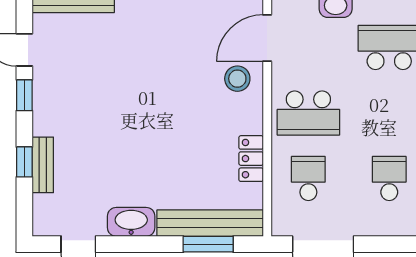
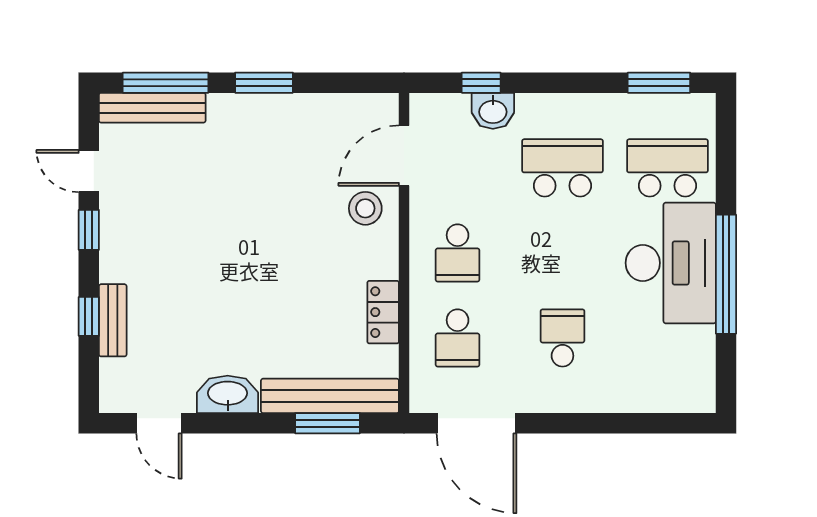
school desk: (308, 113) -> (458, 253), width x0.54
school desk: (308, 178) -> (458, 338), turned 180

